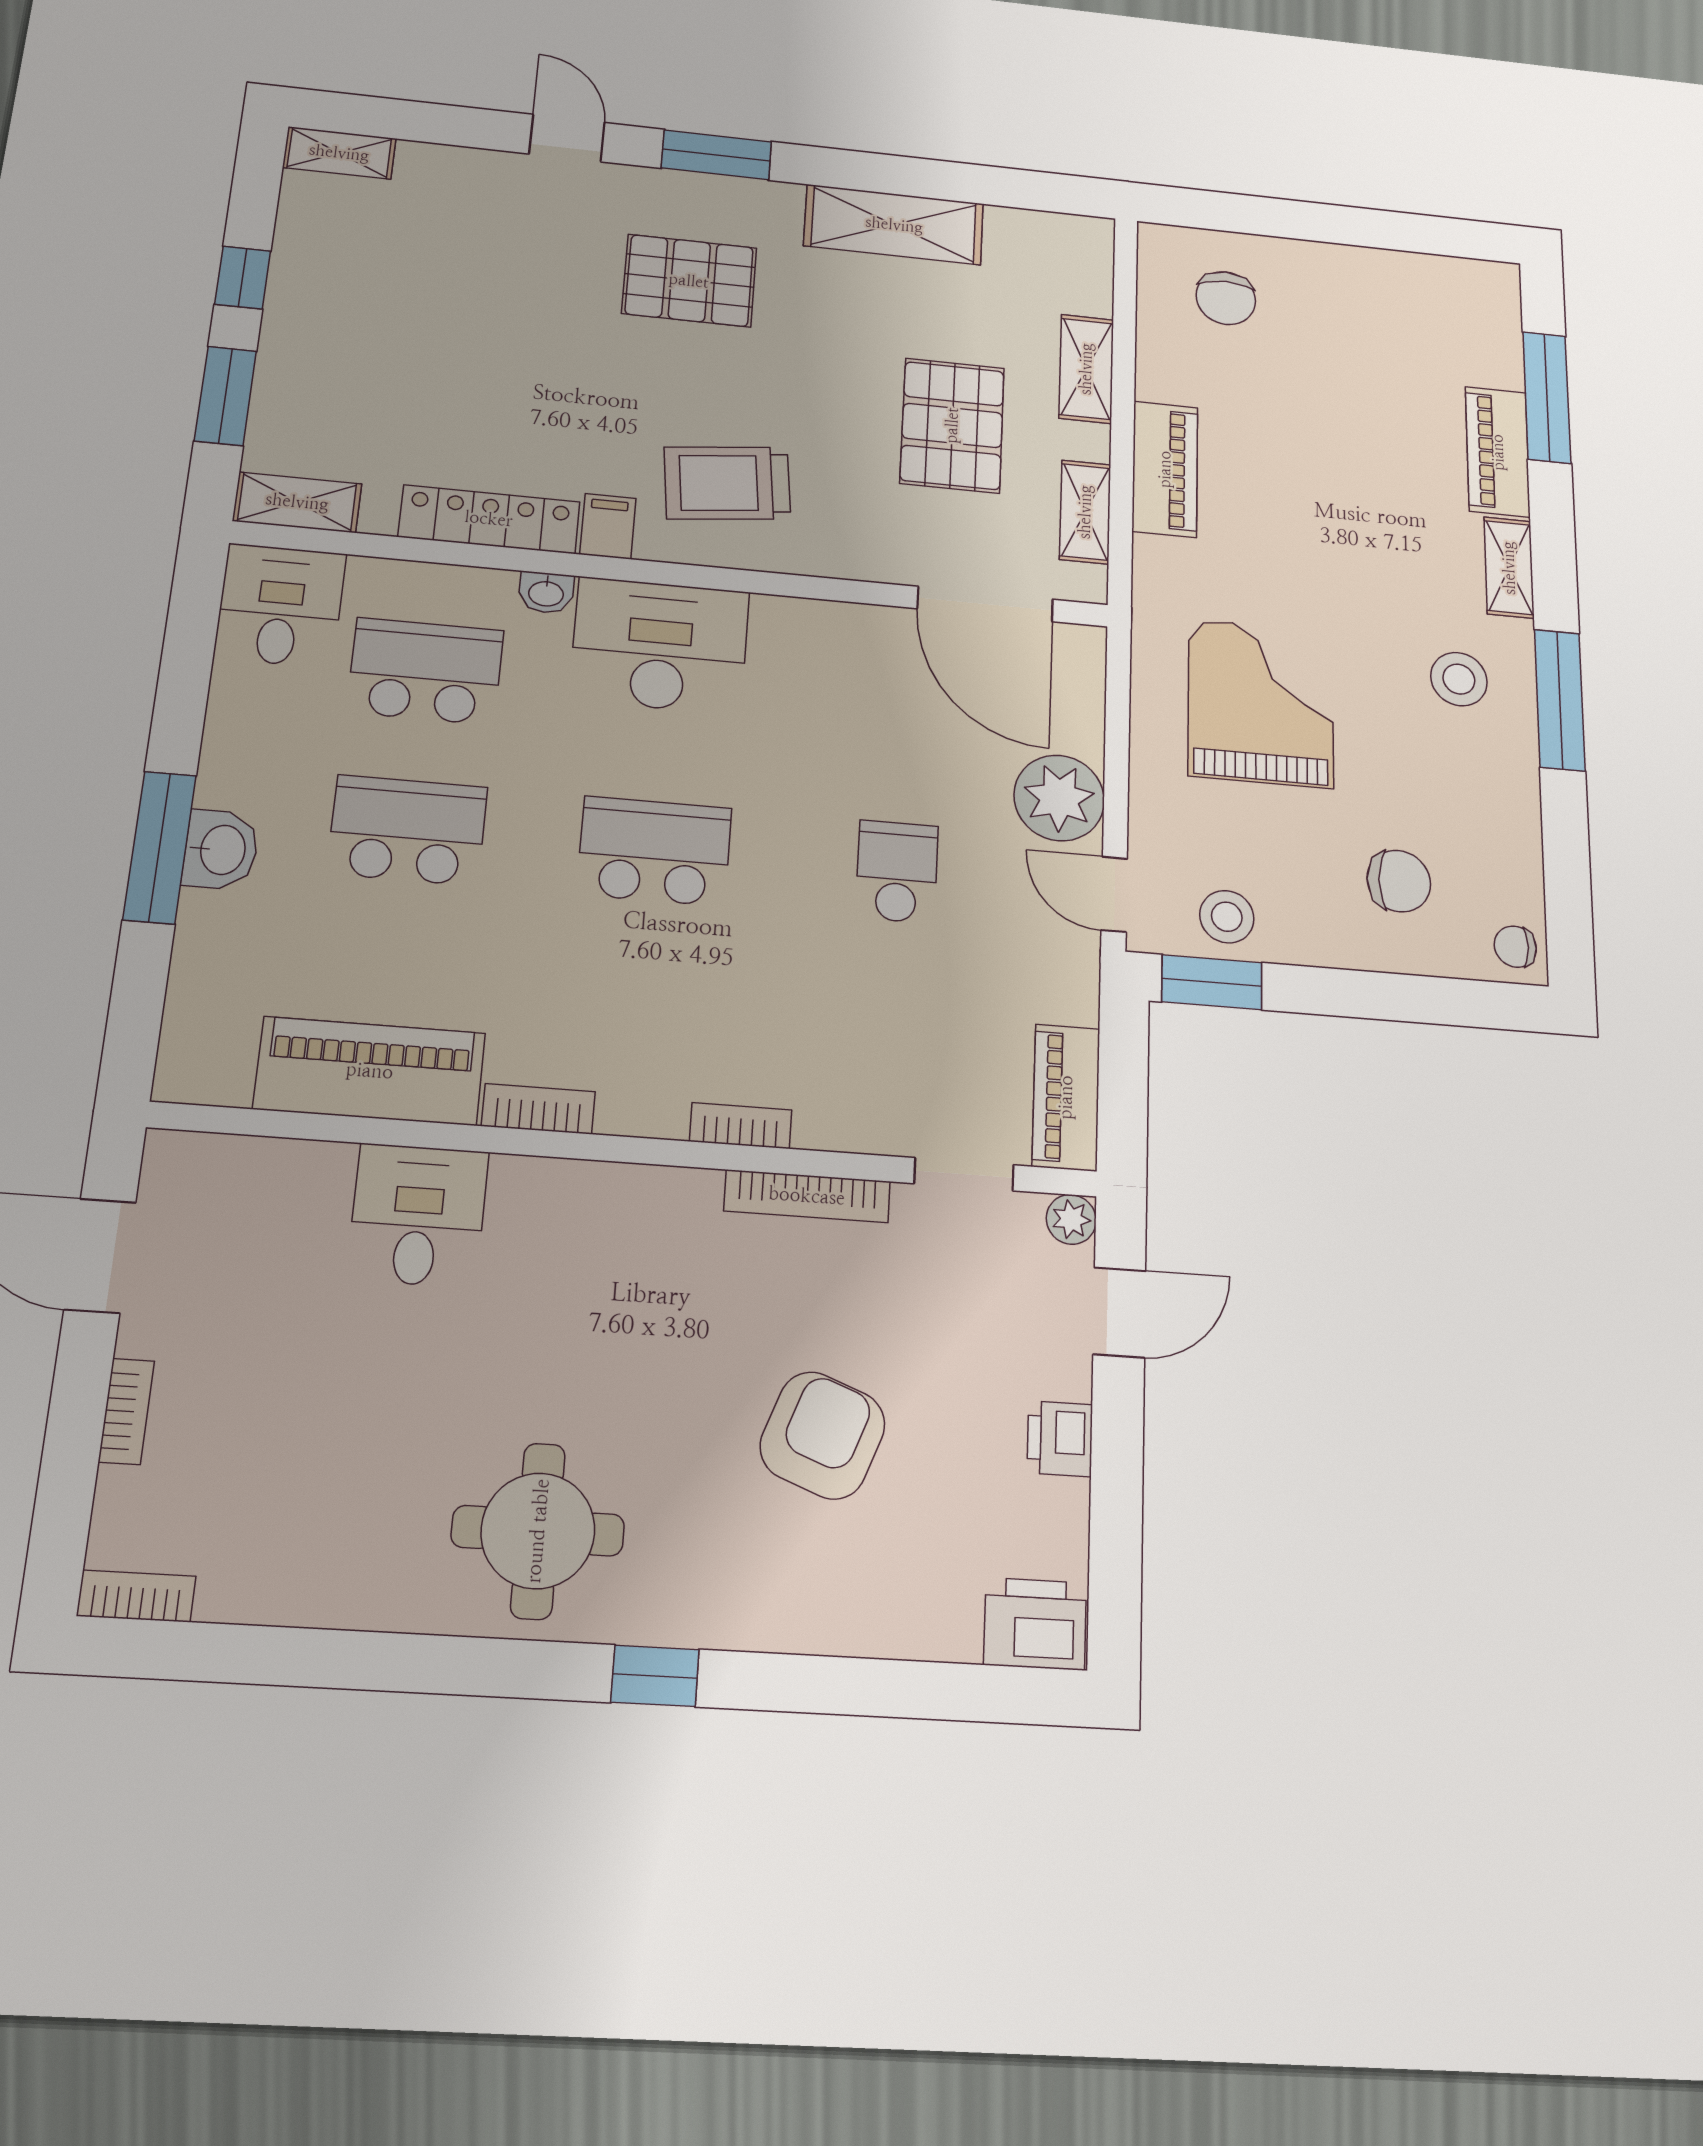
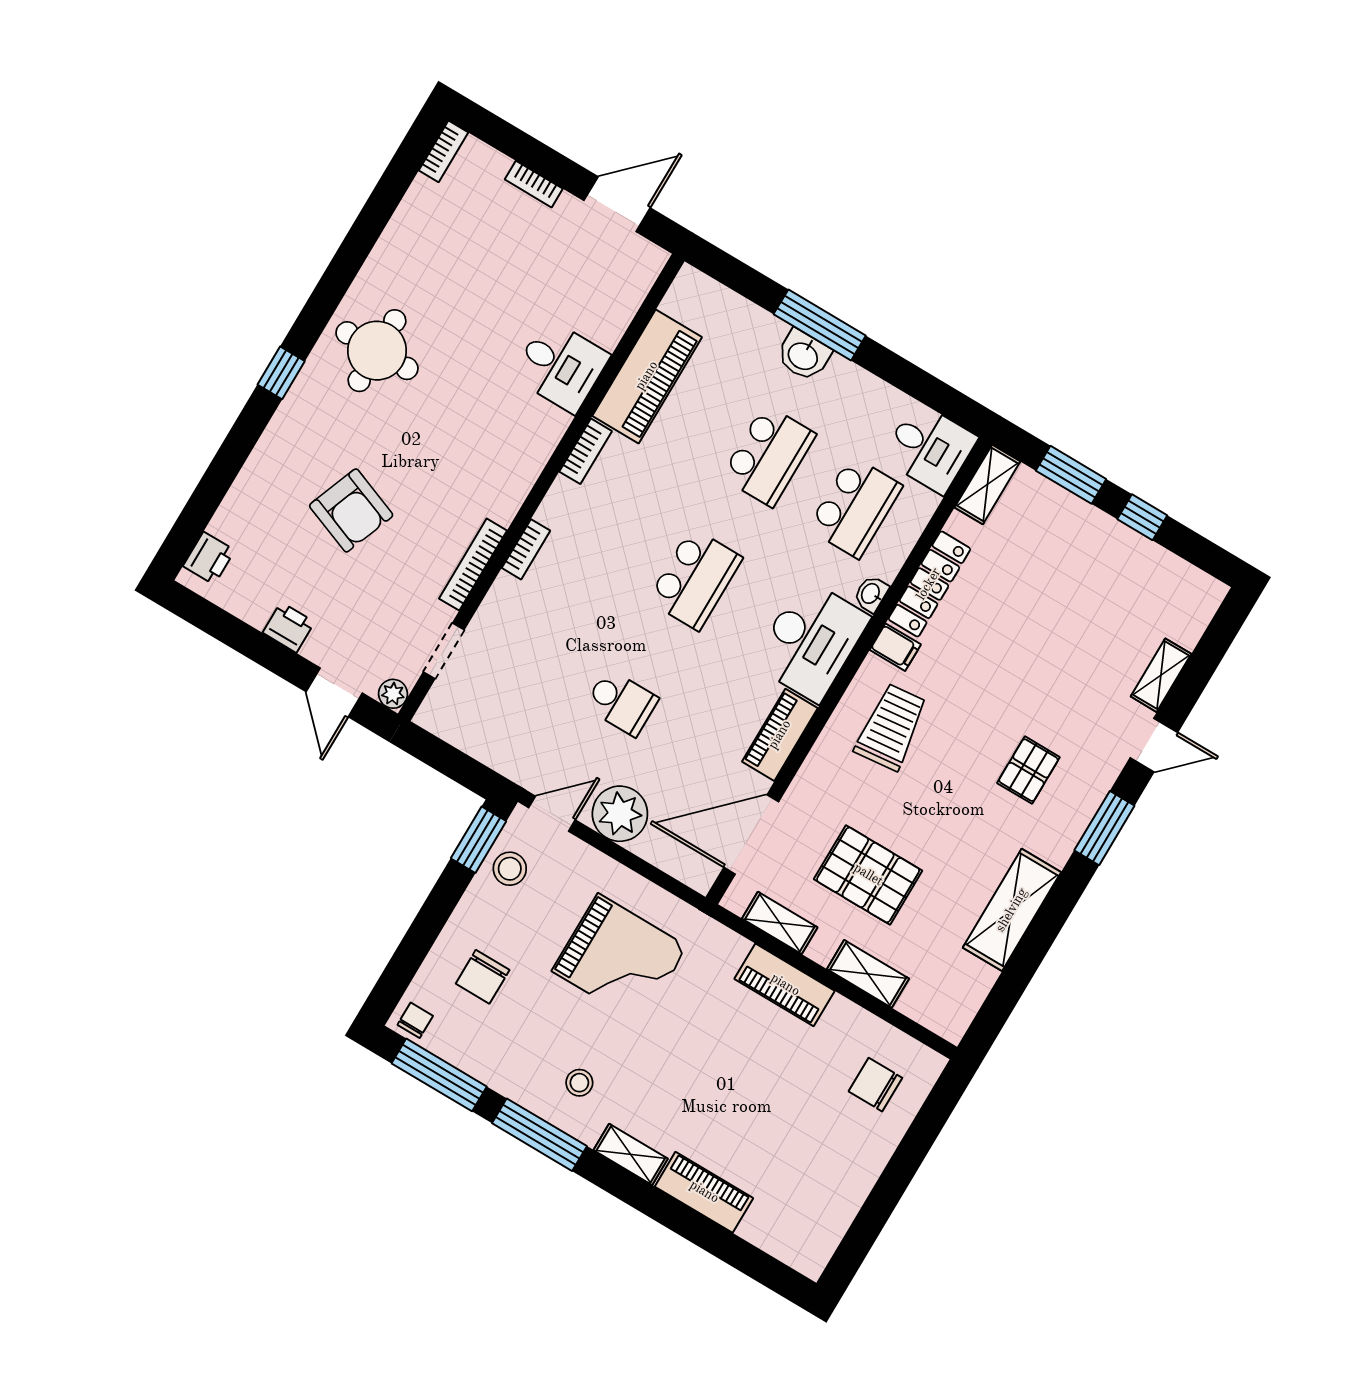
shelving: (339, 153) -> (1161, 675), moved
pallet: (689, 281) -> (1028, 770), width x0.67, depth x0.71
window: (1547, 397) -> (439, 1075), moved
stool: (1459, 679) -> (579, 1083), width x0.73, depth x0.73
piano: (1066, 1097) -> (780, 735), moved, turned -90
printer: (1035, 1624) -> (209, 558), width x0.73, depth x0.81

